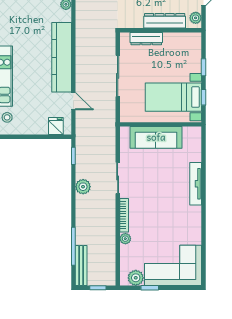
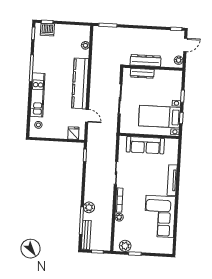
dresser: (165, 21) -> (146, 61), moved
plant: (83, 187) -> (89, 207), moved
corner sofa: (173, 265) -> (160, 216), moved, turned -90

